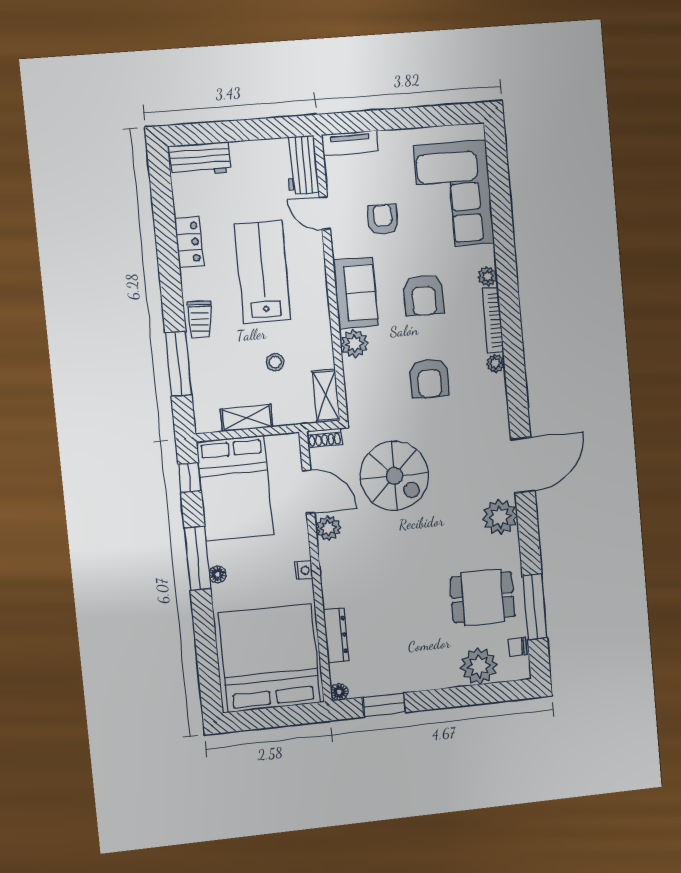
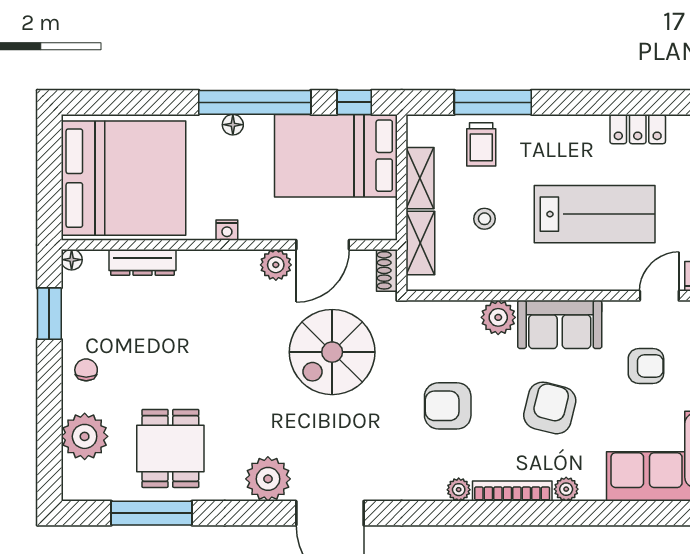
armchair: (424, 295) -> (550, 408), turned 104
trolley: (200, 320) -> (481, 144), moved, turned -93
shelving: (326, 396) -> (420, 243), moved, turned 90
window: (197, 558) -> (255, 102), width x1.46
chair: (518, 647) -> (86, 370), moved

